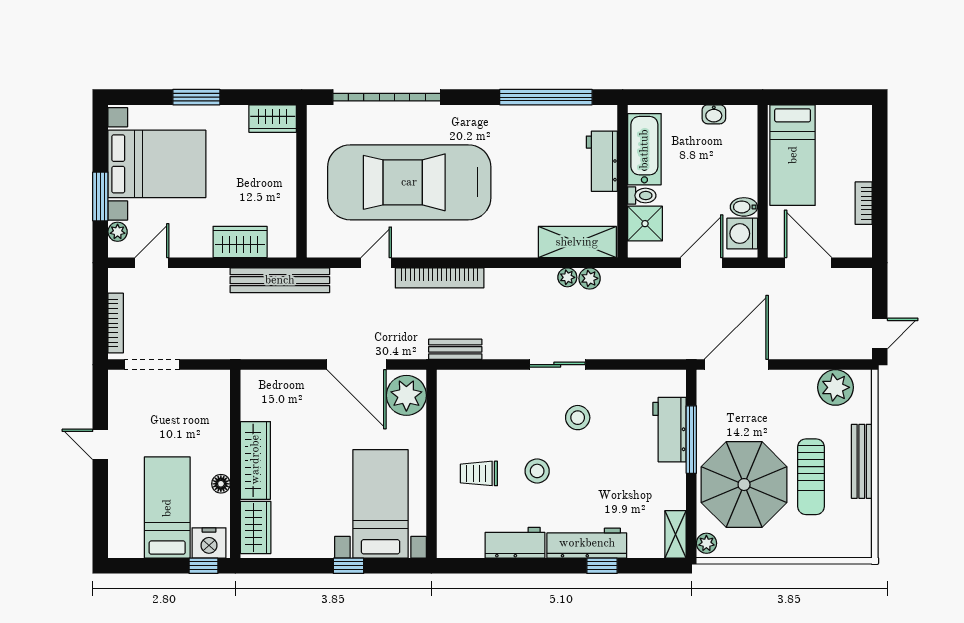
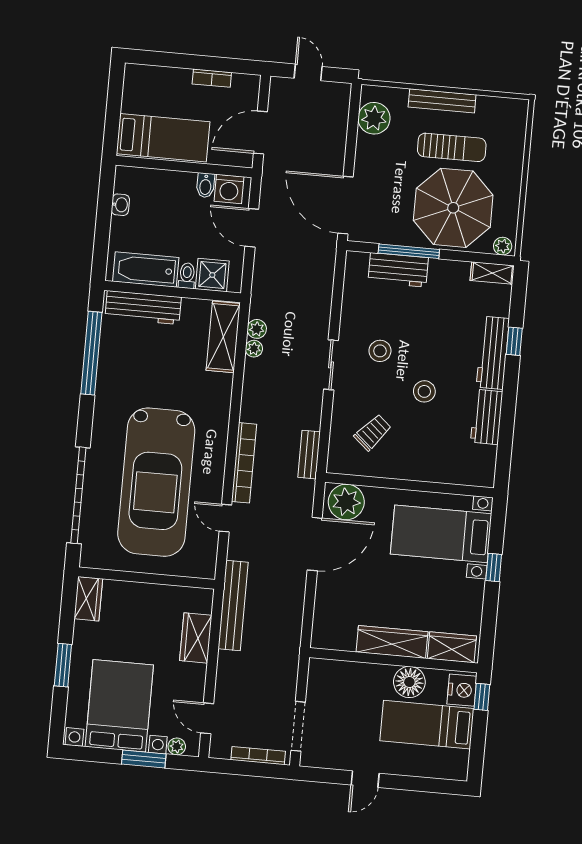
workbench: (602, 161) -> (143, 308), width x1.38
door: (880, 334) -> (308, 72), moved
trolley: (479, 473) -> (373, 432), moved, turned -139
floor lamp: (221, 484) -> (409, 682), width x1.89, depth x1.89

